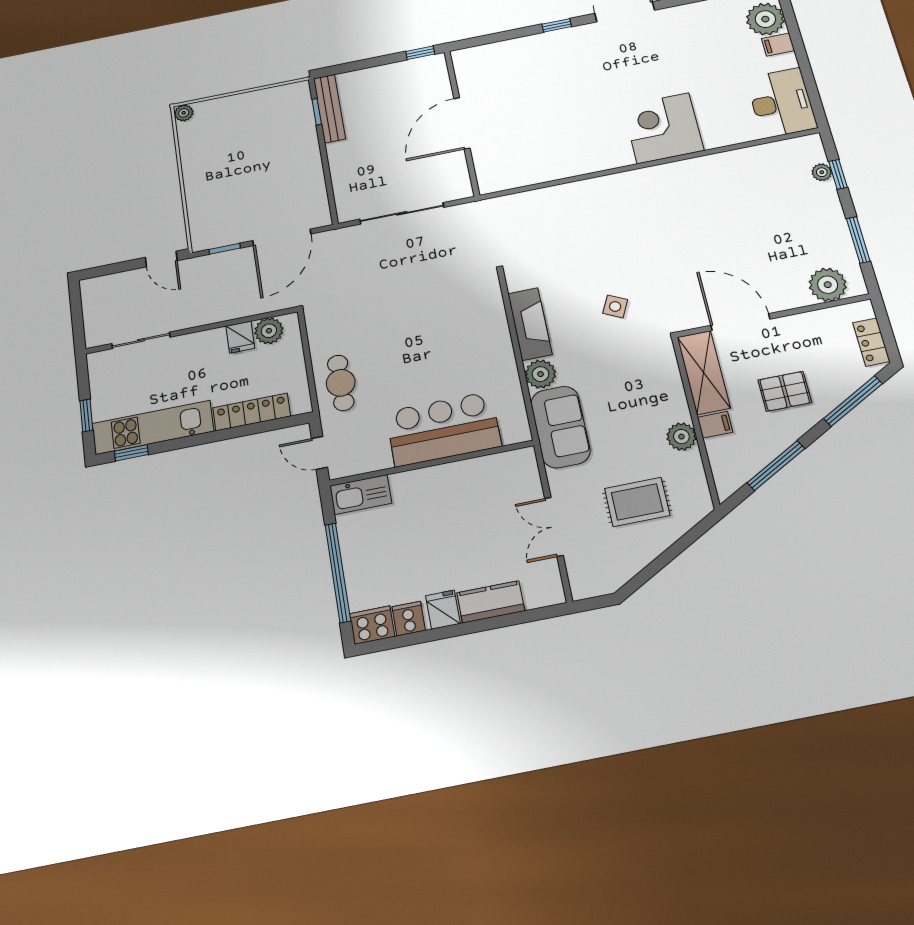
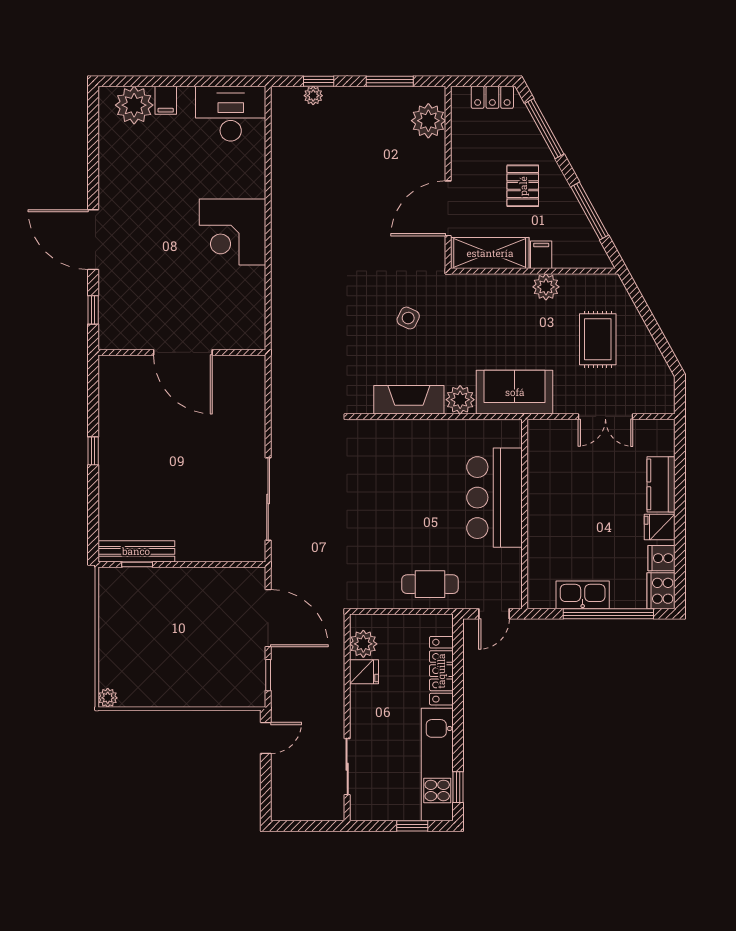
wall: (462, 122) -> (182, 352), moved
door: (462, 123) -> (183, 352), moved
kitchen sink: (361, 495) -> (583, 595), moved, turned -90

